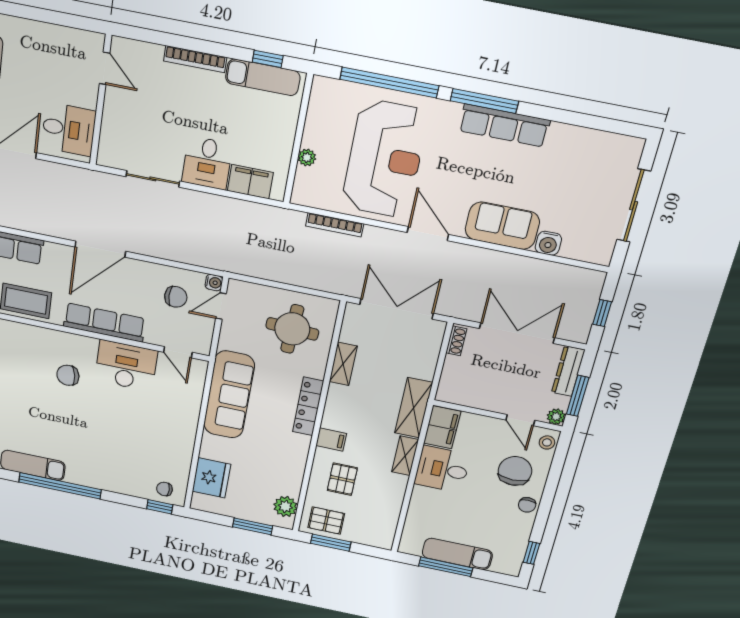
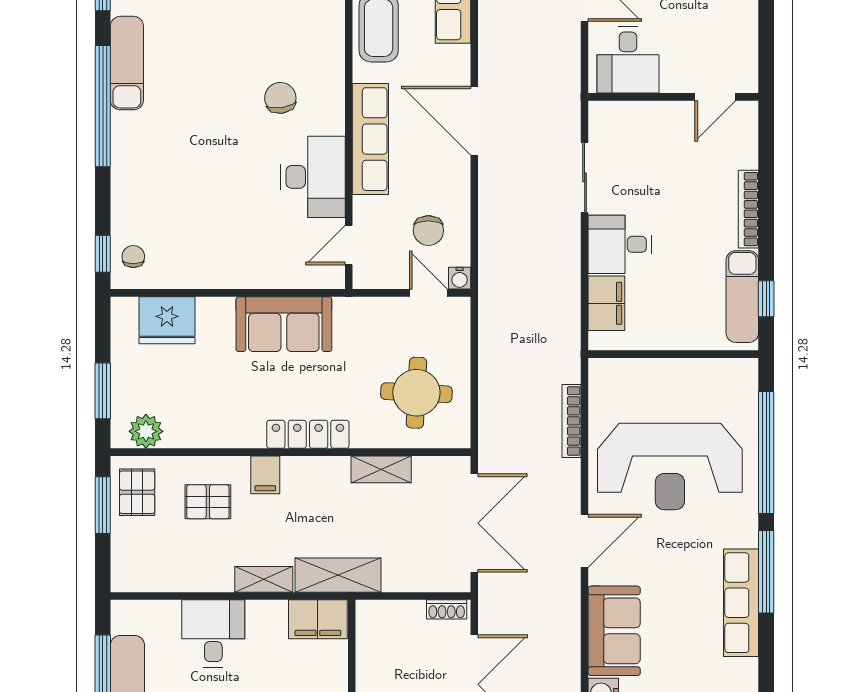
plant: (307, 157) -> (652, 369), removed
sofa: (229, 395) -> (284, 324), width x0.73
desk: (442, 469) -> (213, 633), moved

